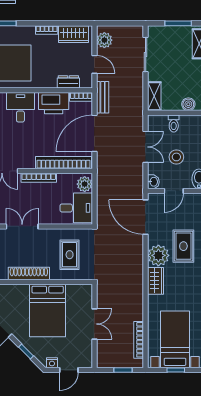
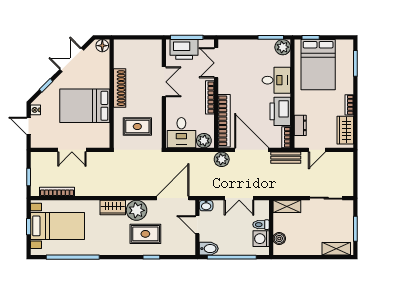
plant: (104, 40) -> (222, 159), moved
washing machine: (189, 123) -> (261, 239), added
stool: (176, 157) -> (229, 227), removed

